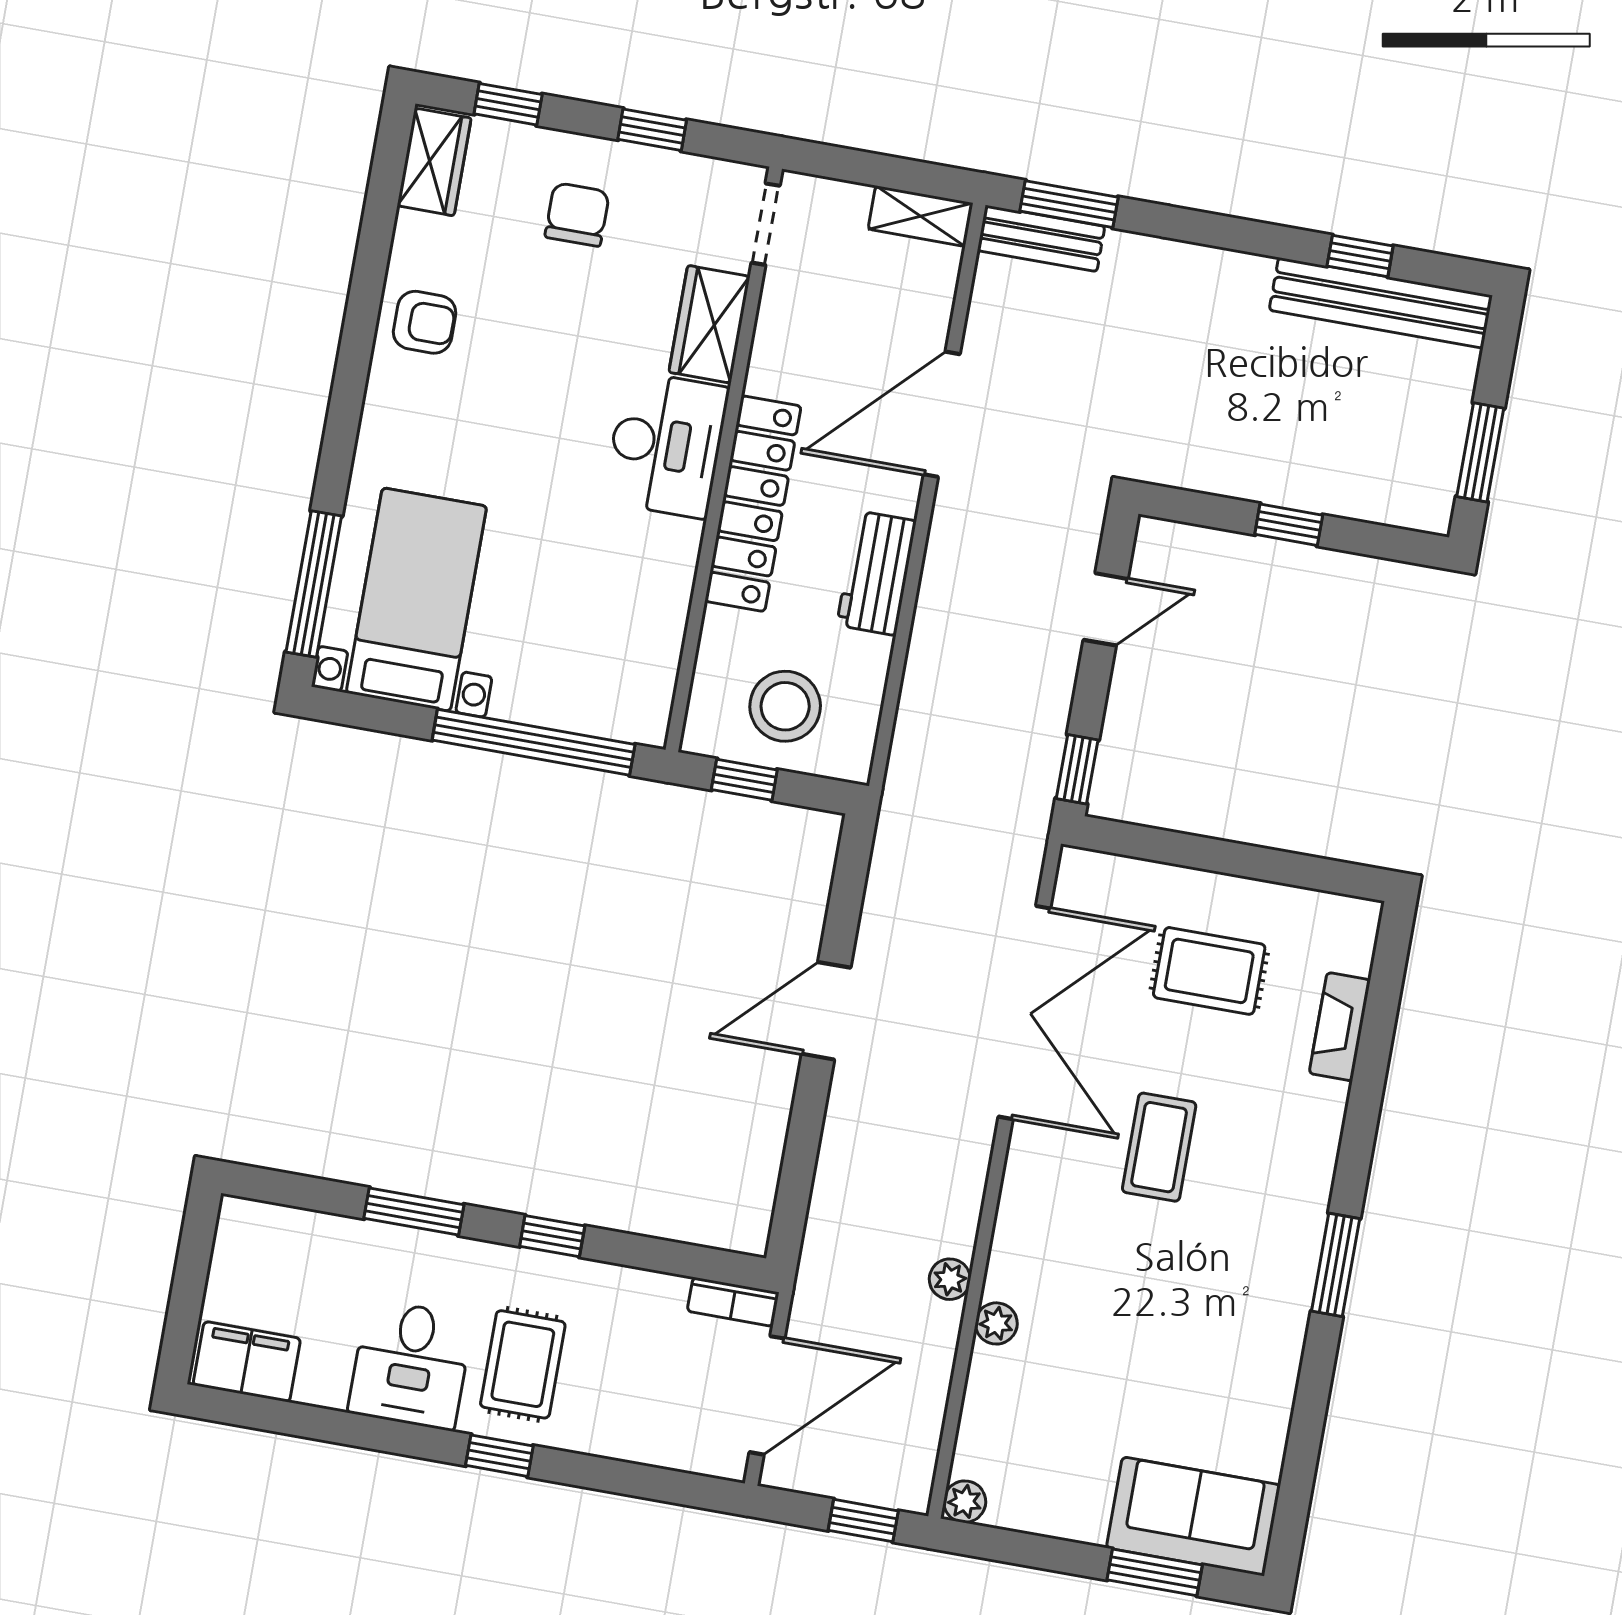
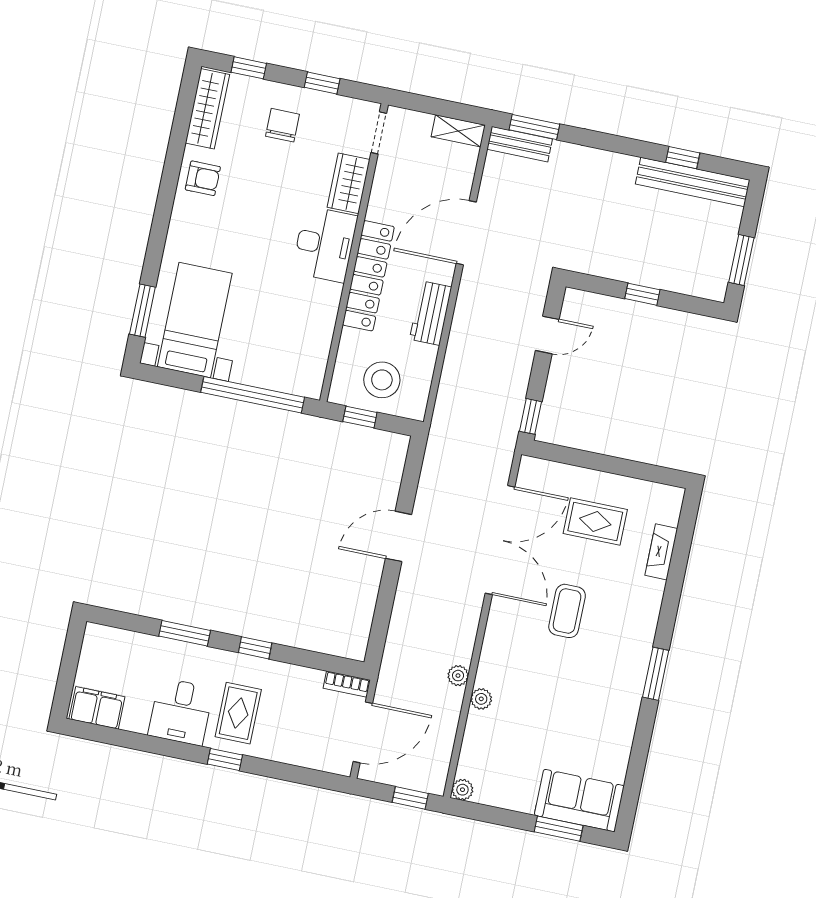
wardrobe: (434, 162) -> (207, 109), width x1.50
window: (314, 584) -> (142, 311), width x0.69

